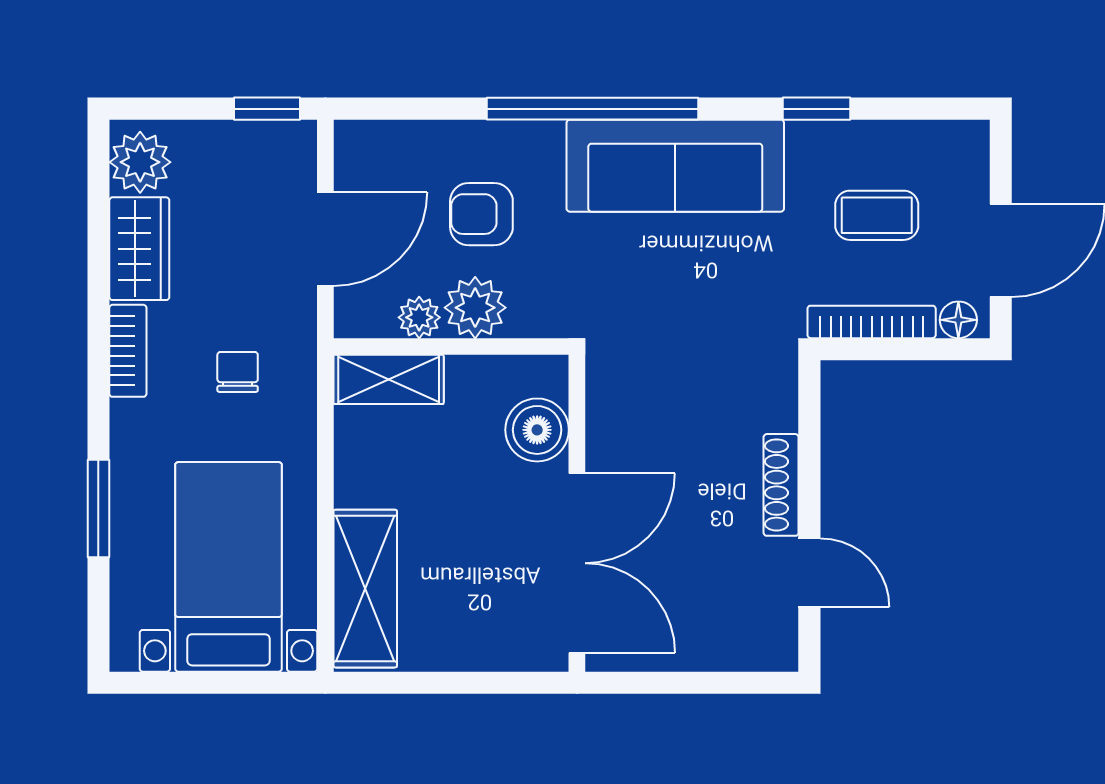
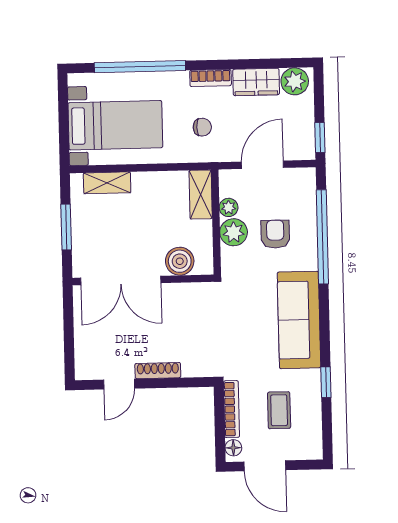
window: (593, 109) -> (322, 237), moved
door: (325, 239) -> (262, 165), swing flipped
window: (98, 508) -> (140, 67), width x2.11
shelving: (365, 589) -> (107, 183), width x0.67, depth x0.75
window: (454, 683) -> (66, 227), added

